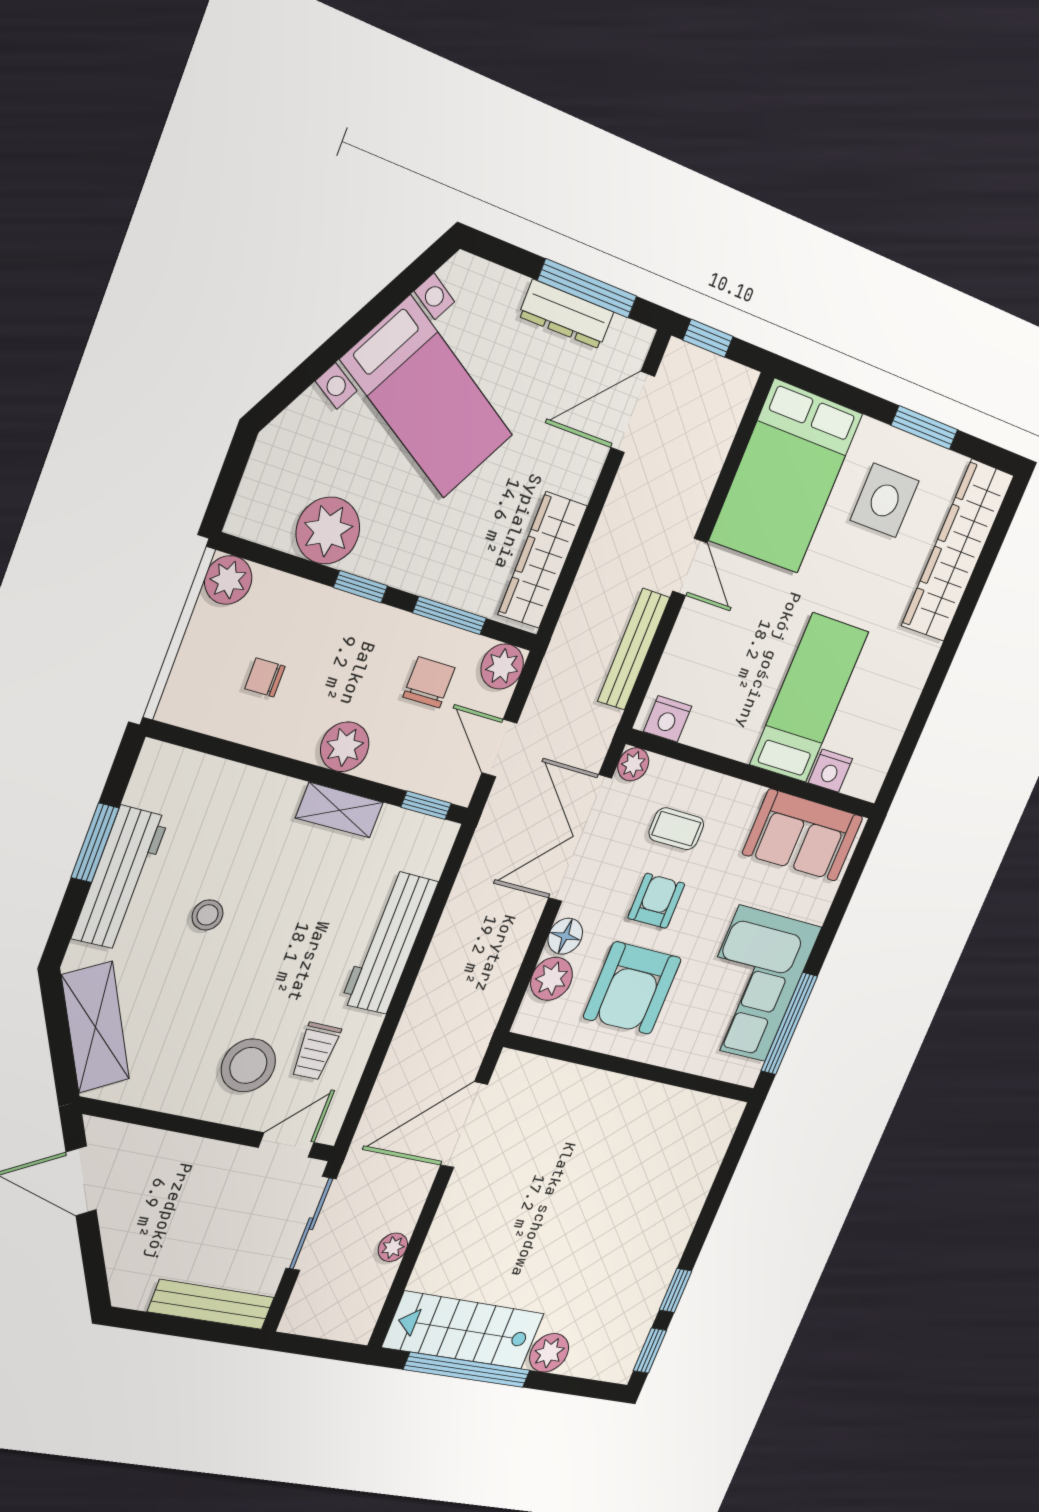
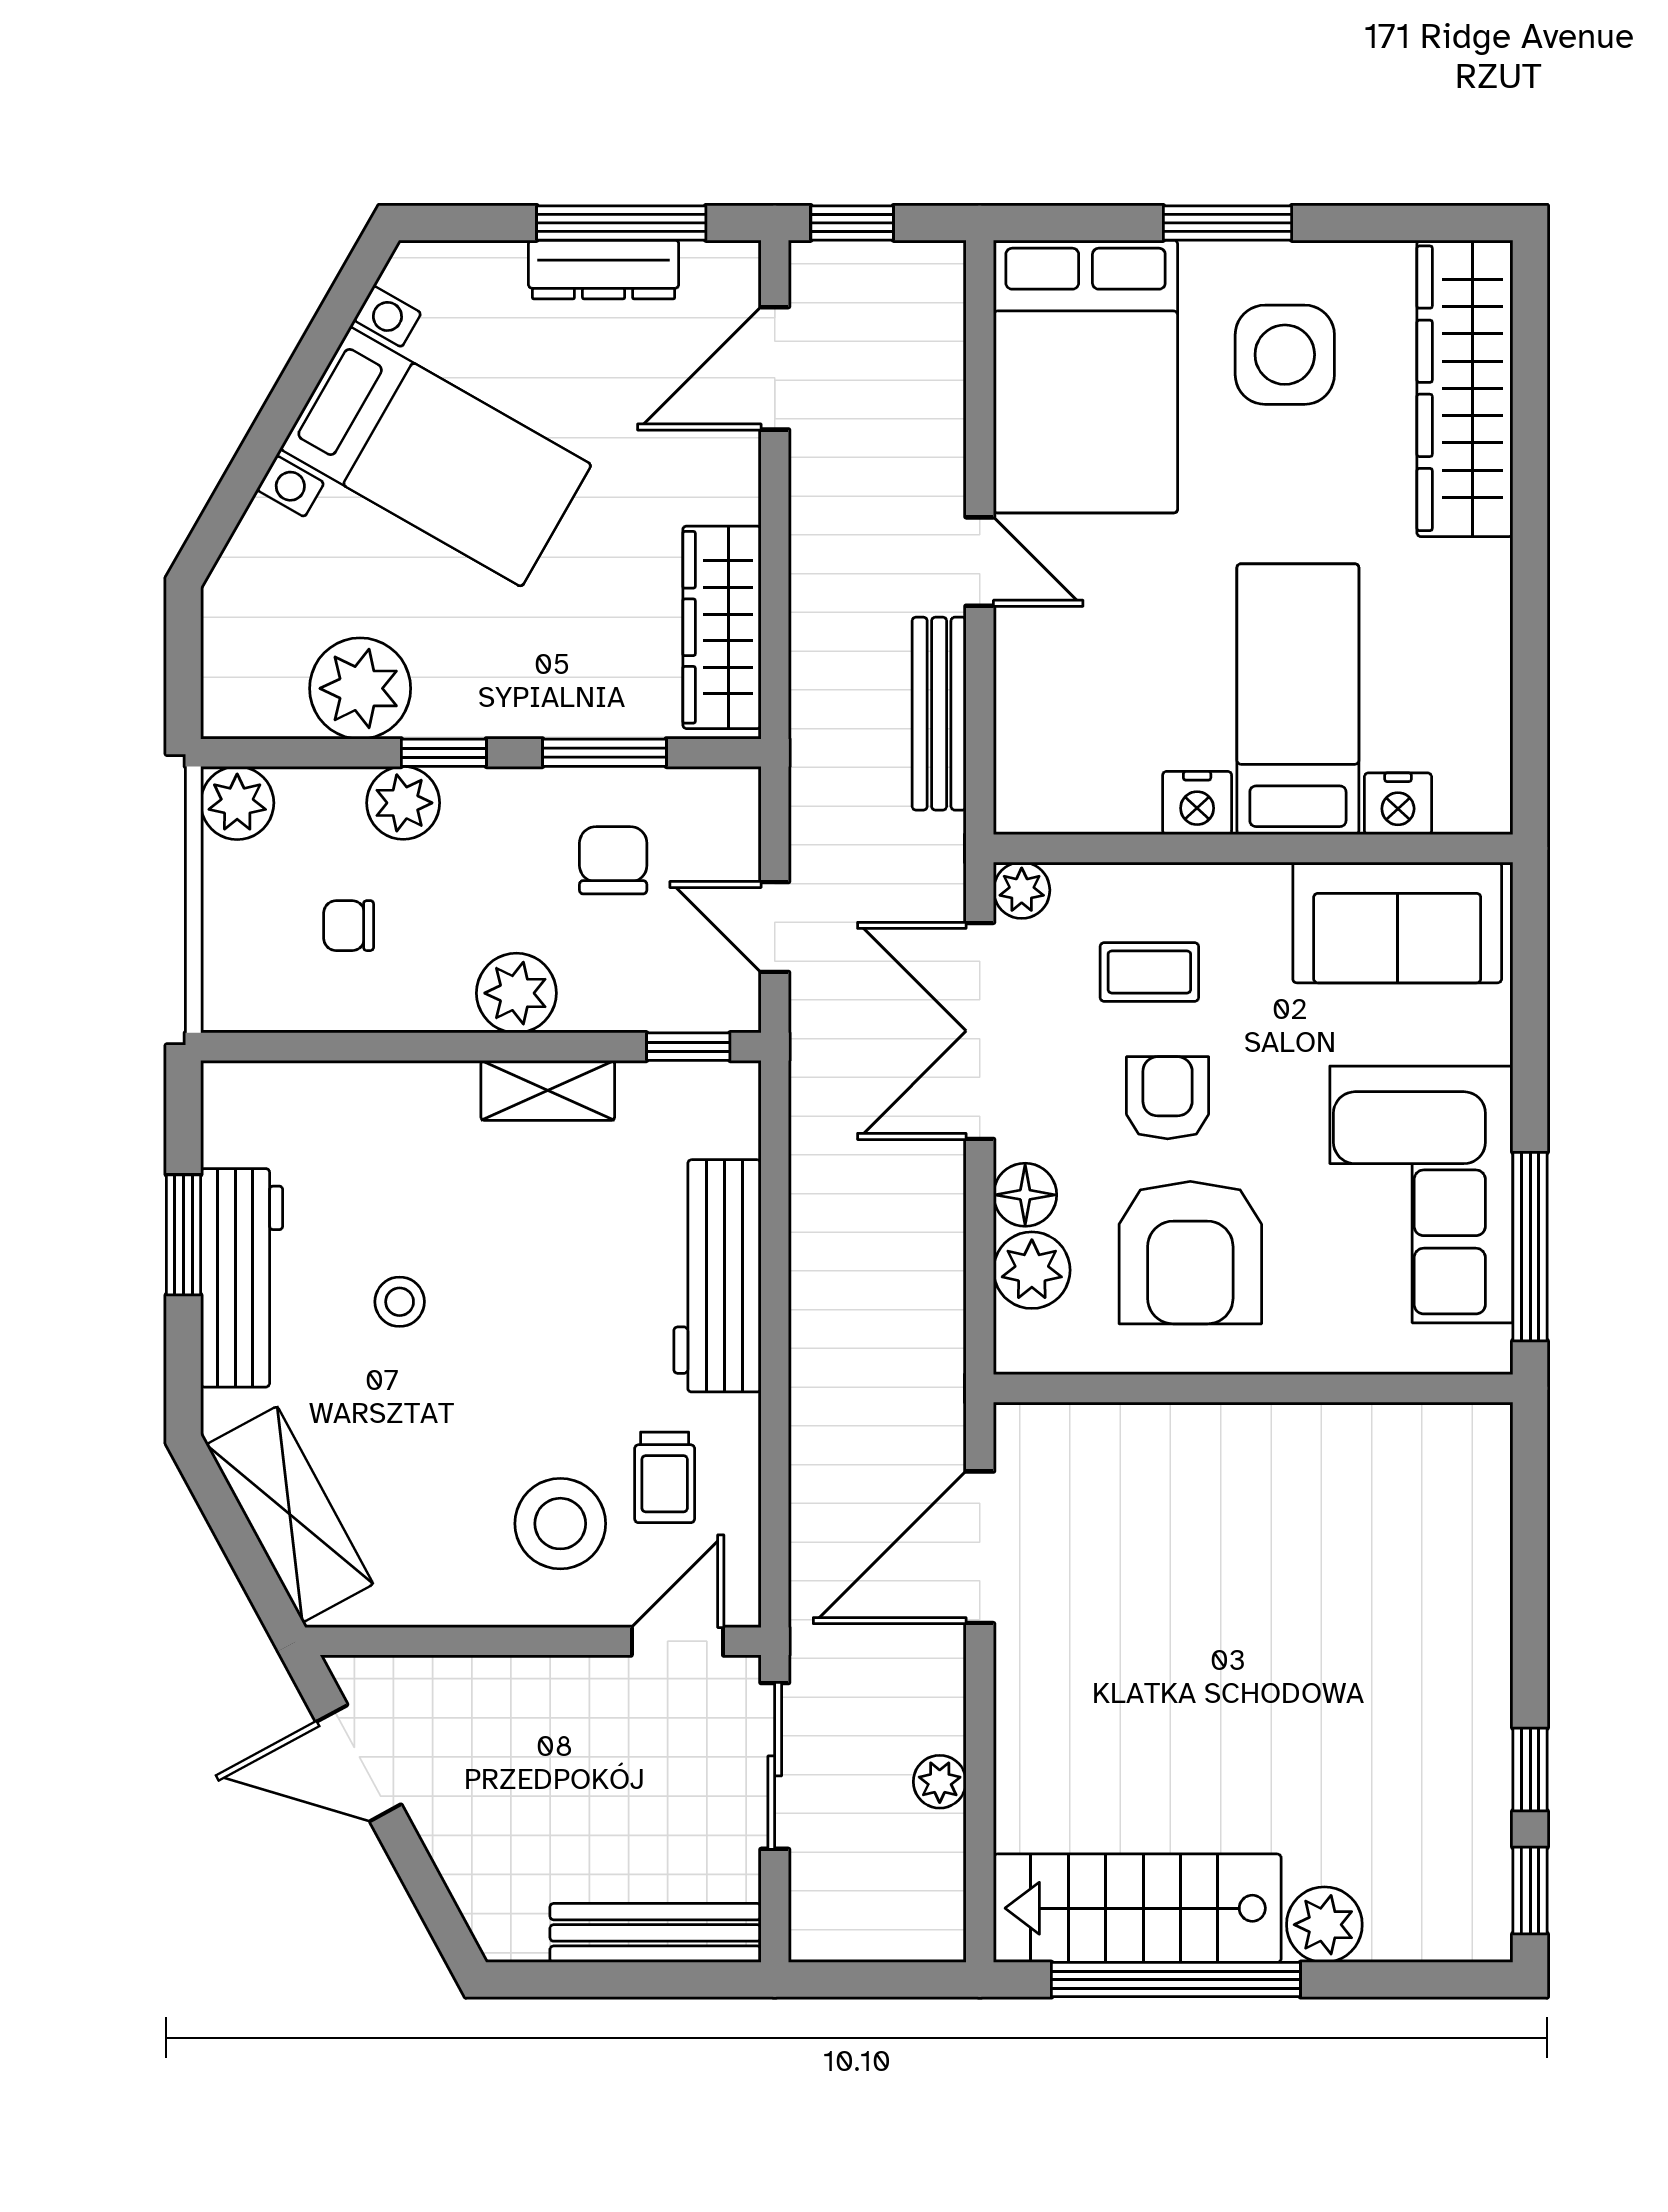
window: (924, 427) -> (1227, 223), moved
plant: (502, 666) -> (403, 803), moved
nightstand: (668, 719) -> (1197, 803), moved

